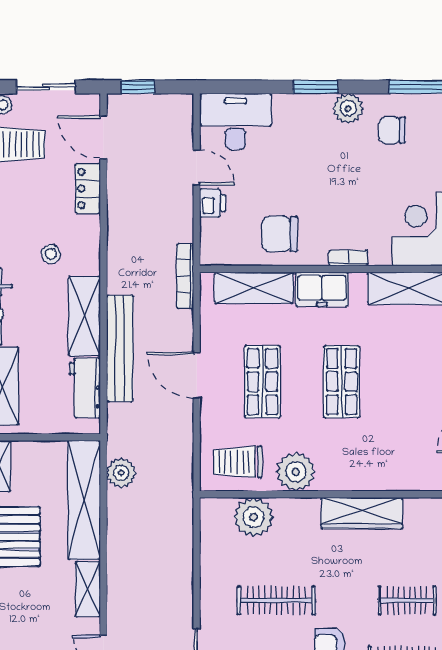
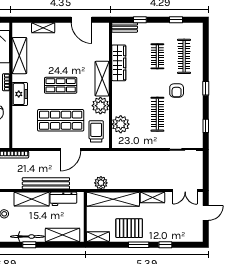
shelving: (254, 288) -> (102, 79), moved
door: (197, 375) -> (70, 149), moved
shop shelf: (262, 382) -> (61, 120), width x1.43, depth x1.36
trolley: (237, 462) -> (96, 131), turned 180
wardrobe: (362, 513) -> (119, 63), moved

